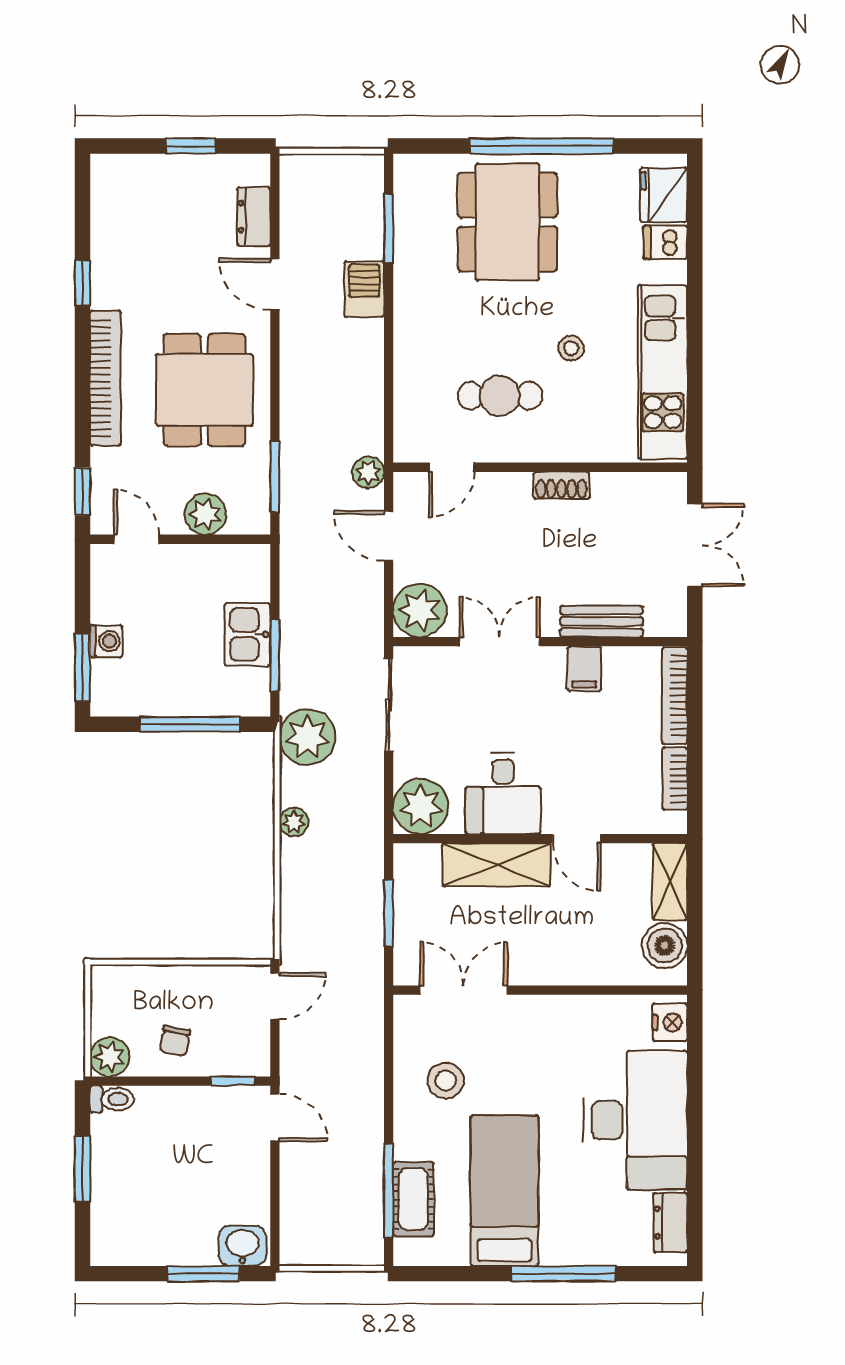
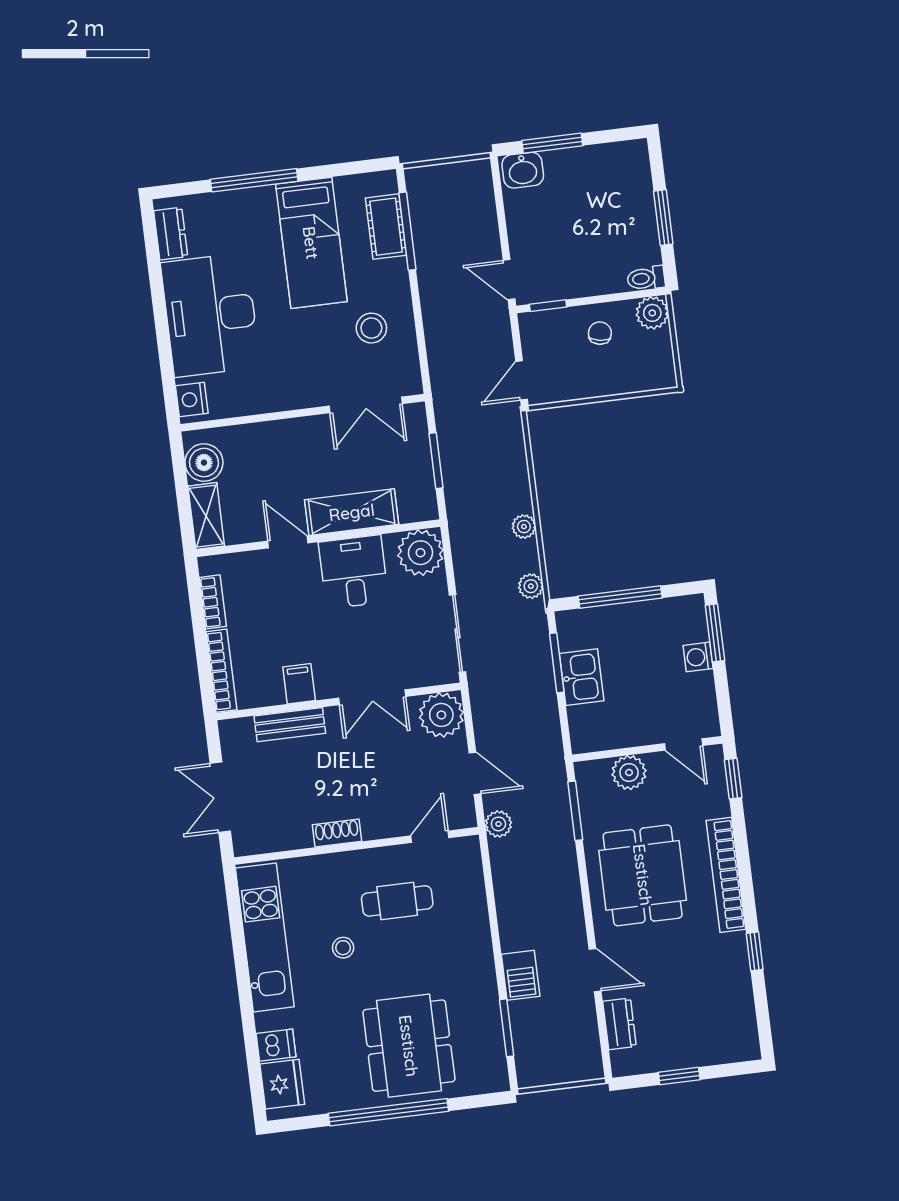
plant: (308, 737) -> (531, 586), width x0.53, depth x0.53

